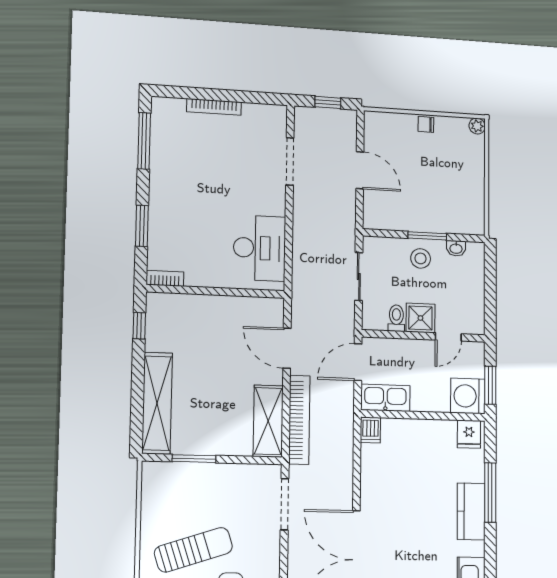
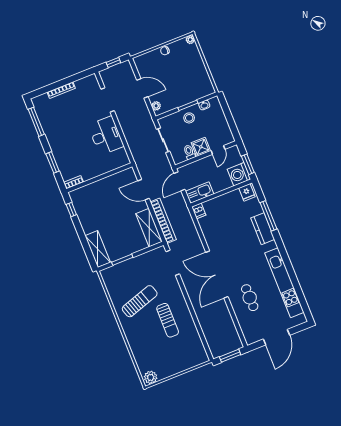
plant: (371, 211) -> (156, 106), added
desk: (259, 248) -> (106, 136), moved
shelving: (157, 403) -> (98, 249), width x0.68

